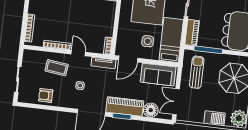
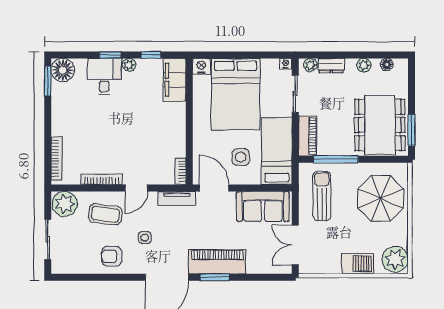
door: (78, 53) -> (136, 188), swing flipped
plant: (31, 58) -> (65, 204), added
door: (128, 59) -> (214, 188), swing flipped
armchair: (46, 95) -> (112, 256), moved
floor lamp: (151, 110) -> (258, 263), removed

